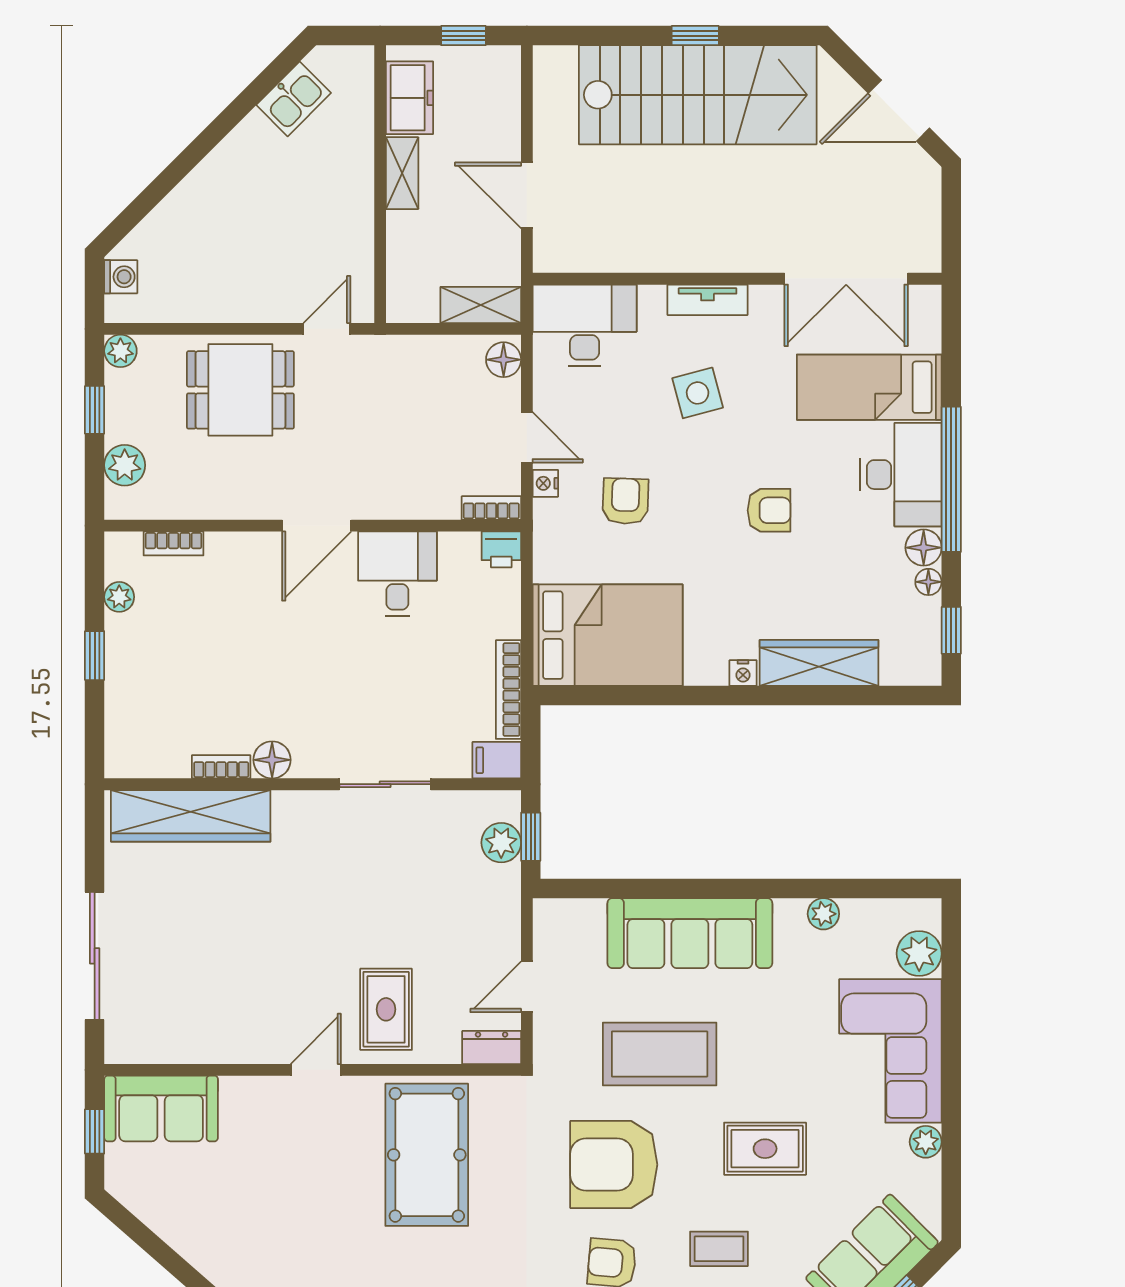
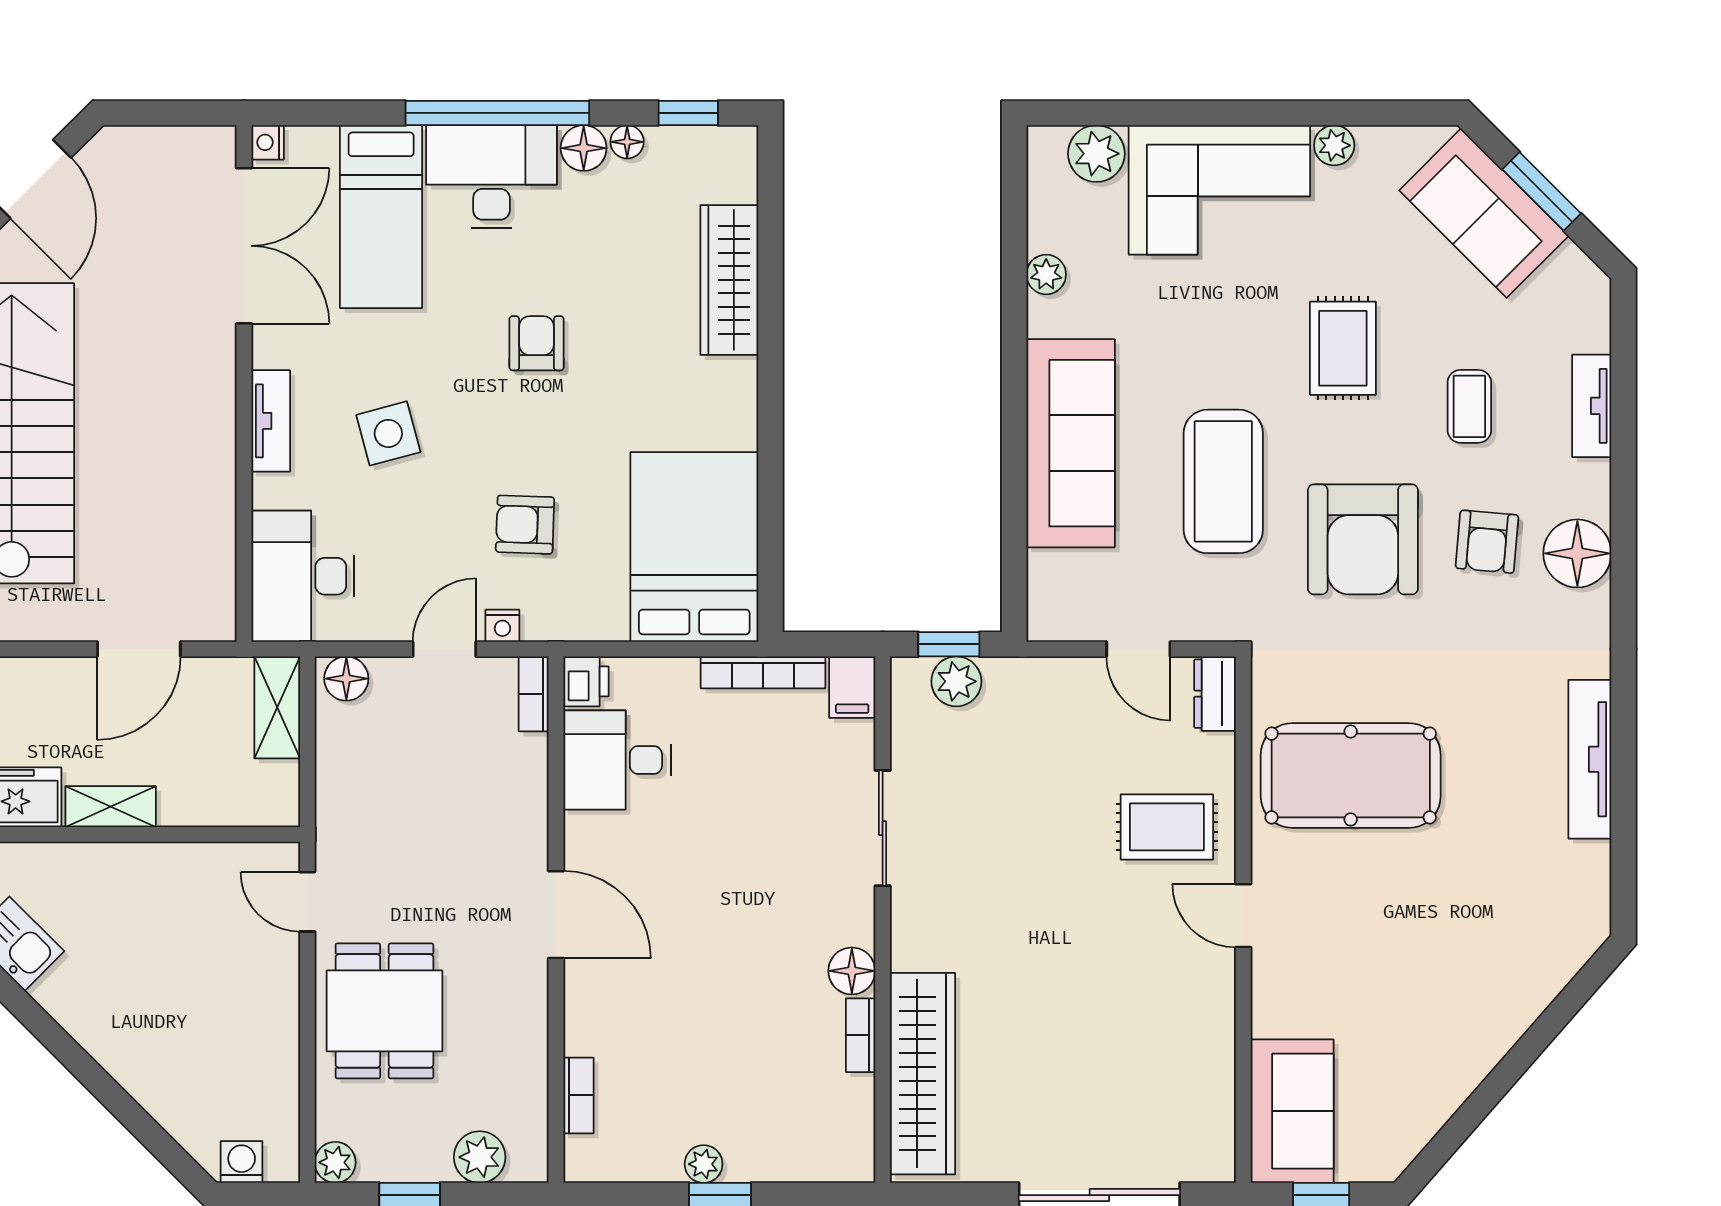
desk: (397, 574) -> (617, 760), moved
plant: (119, 597) -> (704, 1164), moved
nightstand: (743, 673) -> (268, 142), moved, turned 180

